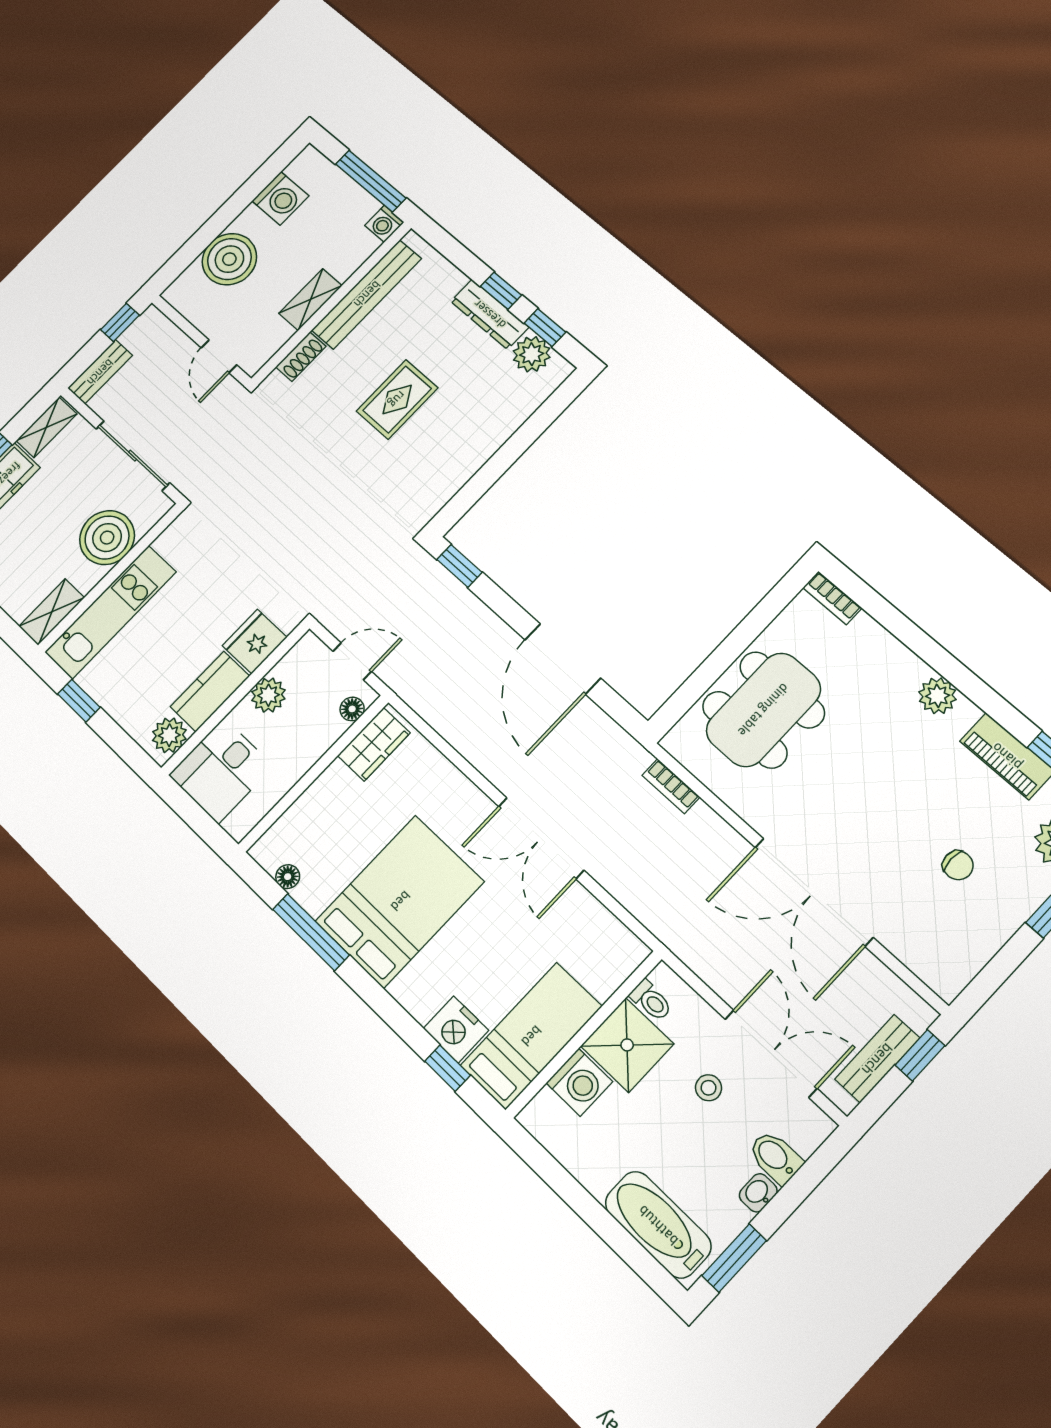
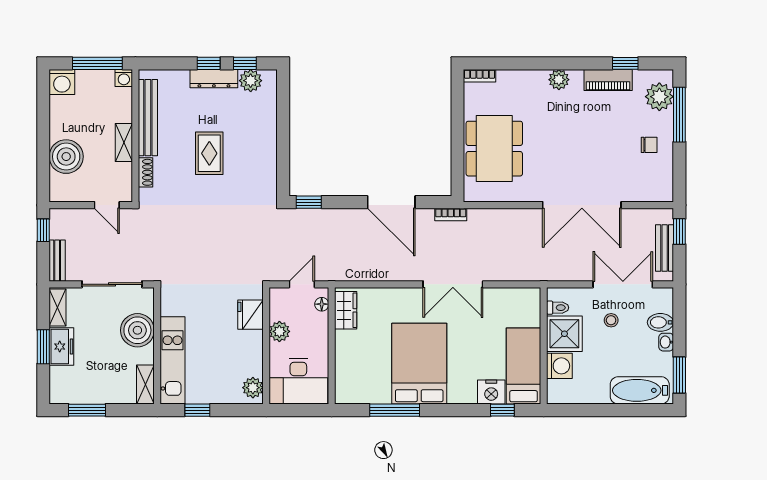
washing machine: (280, 198) -> (62, 82), moved, turned 90
kitchen counter: (210, 691) -> (252, 353), removed
desk: (221, 771) -> (298, 381), width x1.37
bookcase: (671, 786) -> (451, 214), moved
chair: (958, 865) -> (649, 145), moved
floor lamp: (288, 877) -> (363, 397), removed

